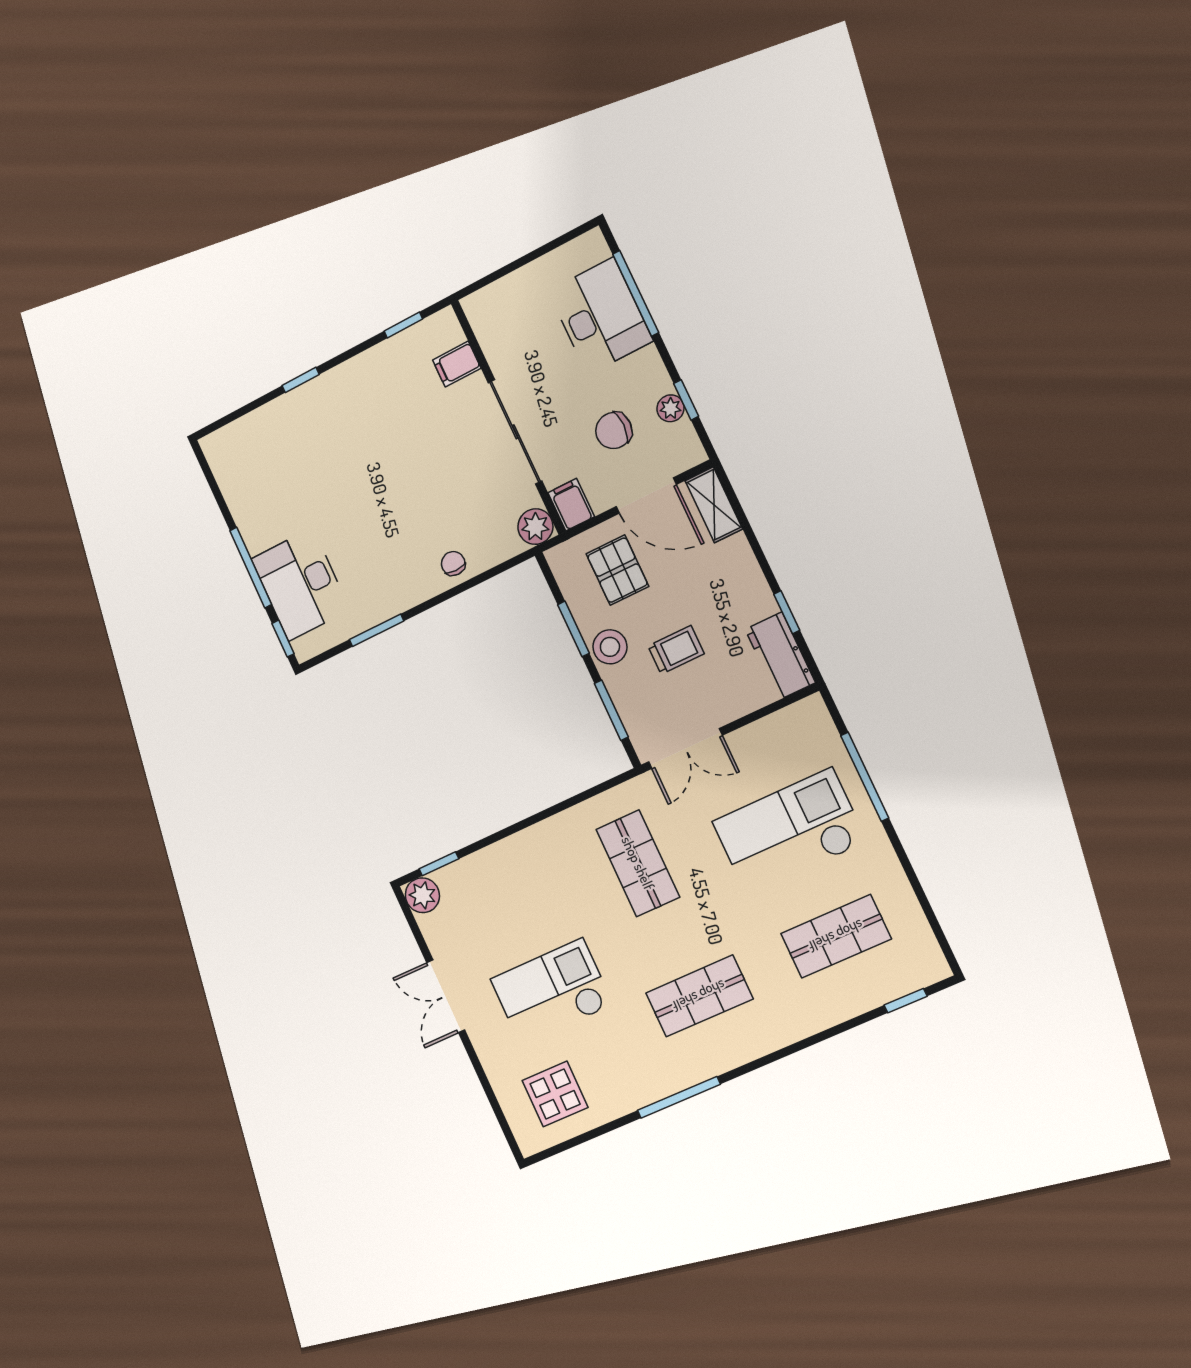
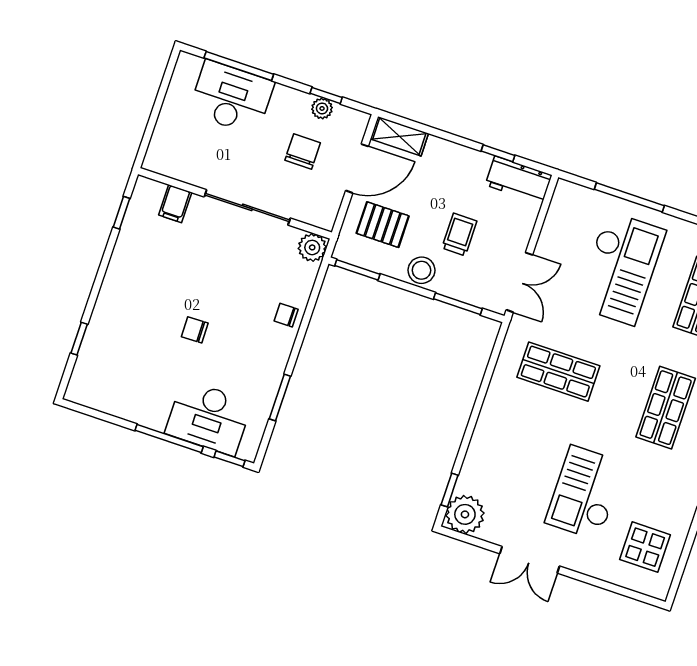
window: (301, 380) -> (79, 339), moved
chair: (614, 430) -> (303, 151), turned 180
chair: (364, 495) -> (195, 330), added
filing cabinet: (571, 505) -> (320, 215), removed
window: (573, 629) -> (357, 270), moved
checkout: (789, 832) -> (621, 268), turned 180
plant: (422, 895) -> (465, 514), width x1.36, depth x1.36

